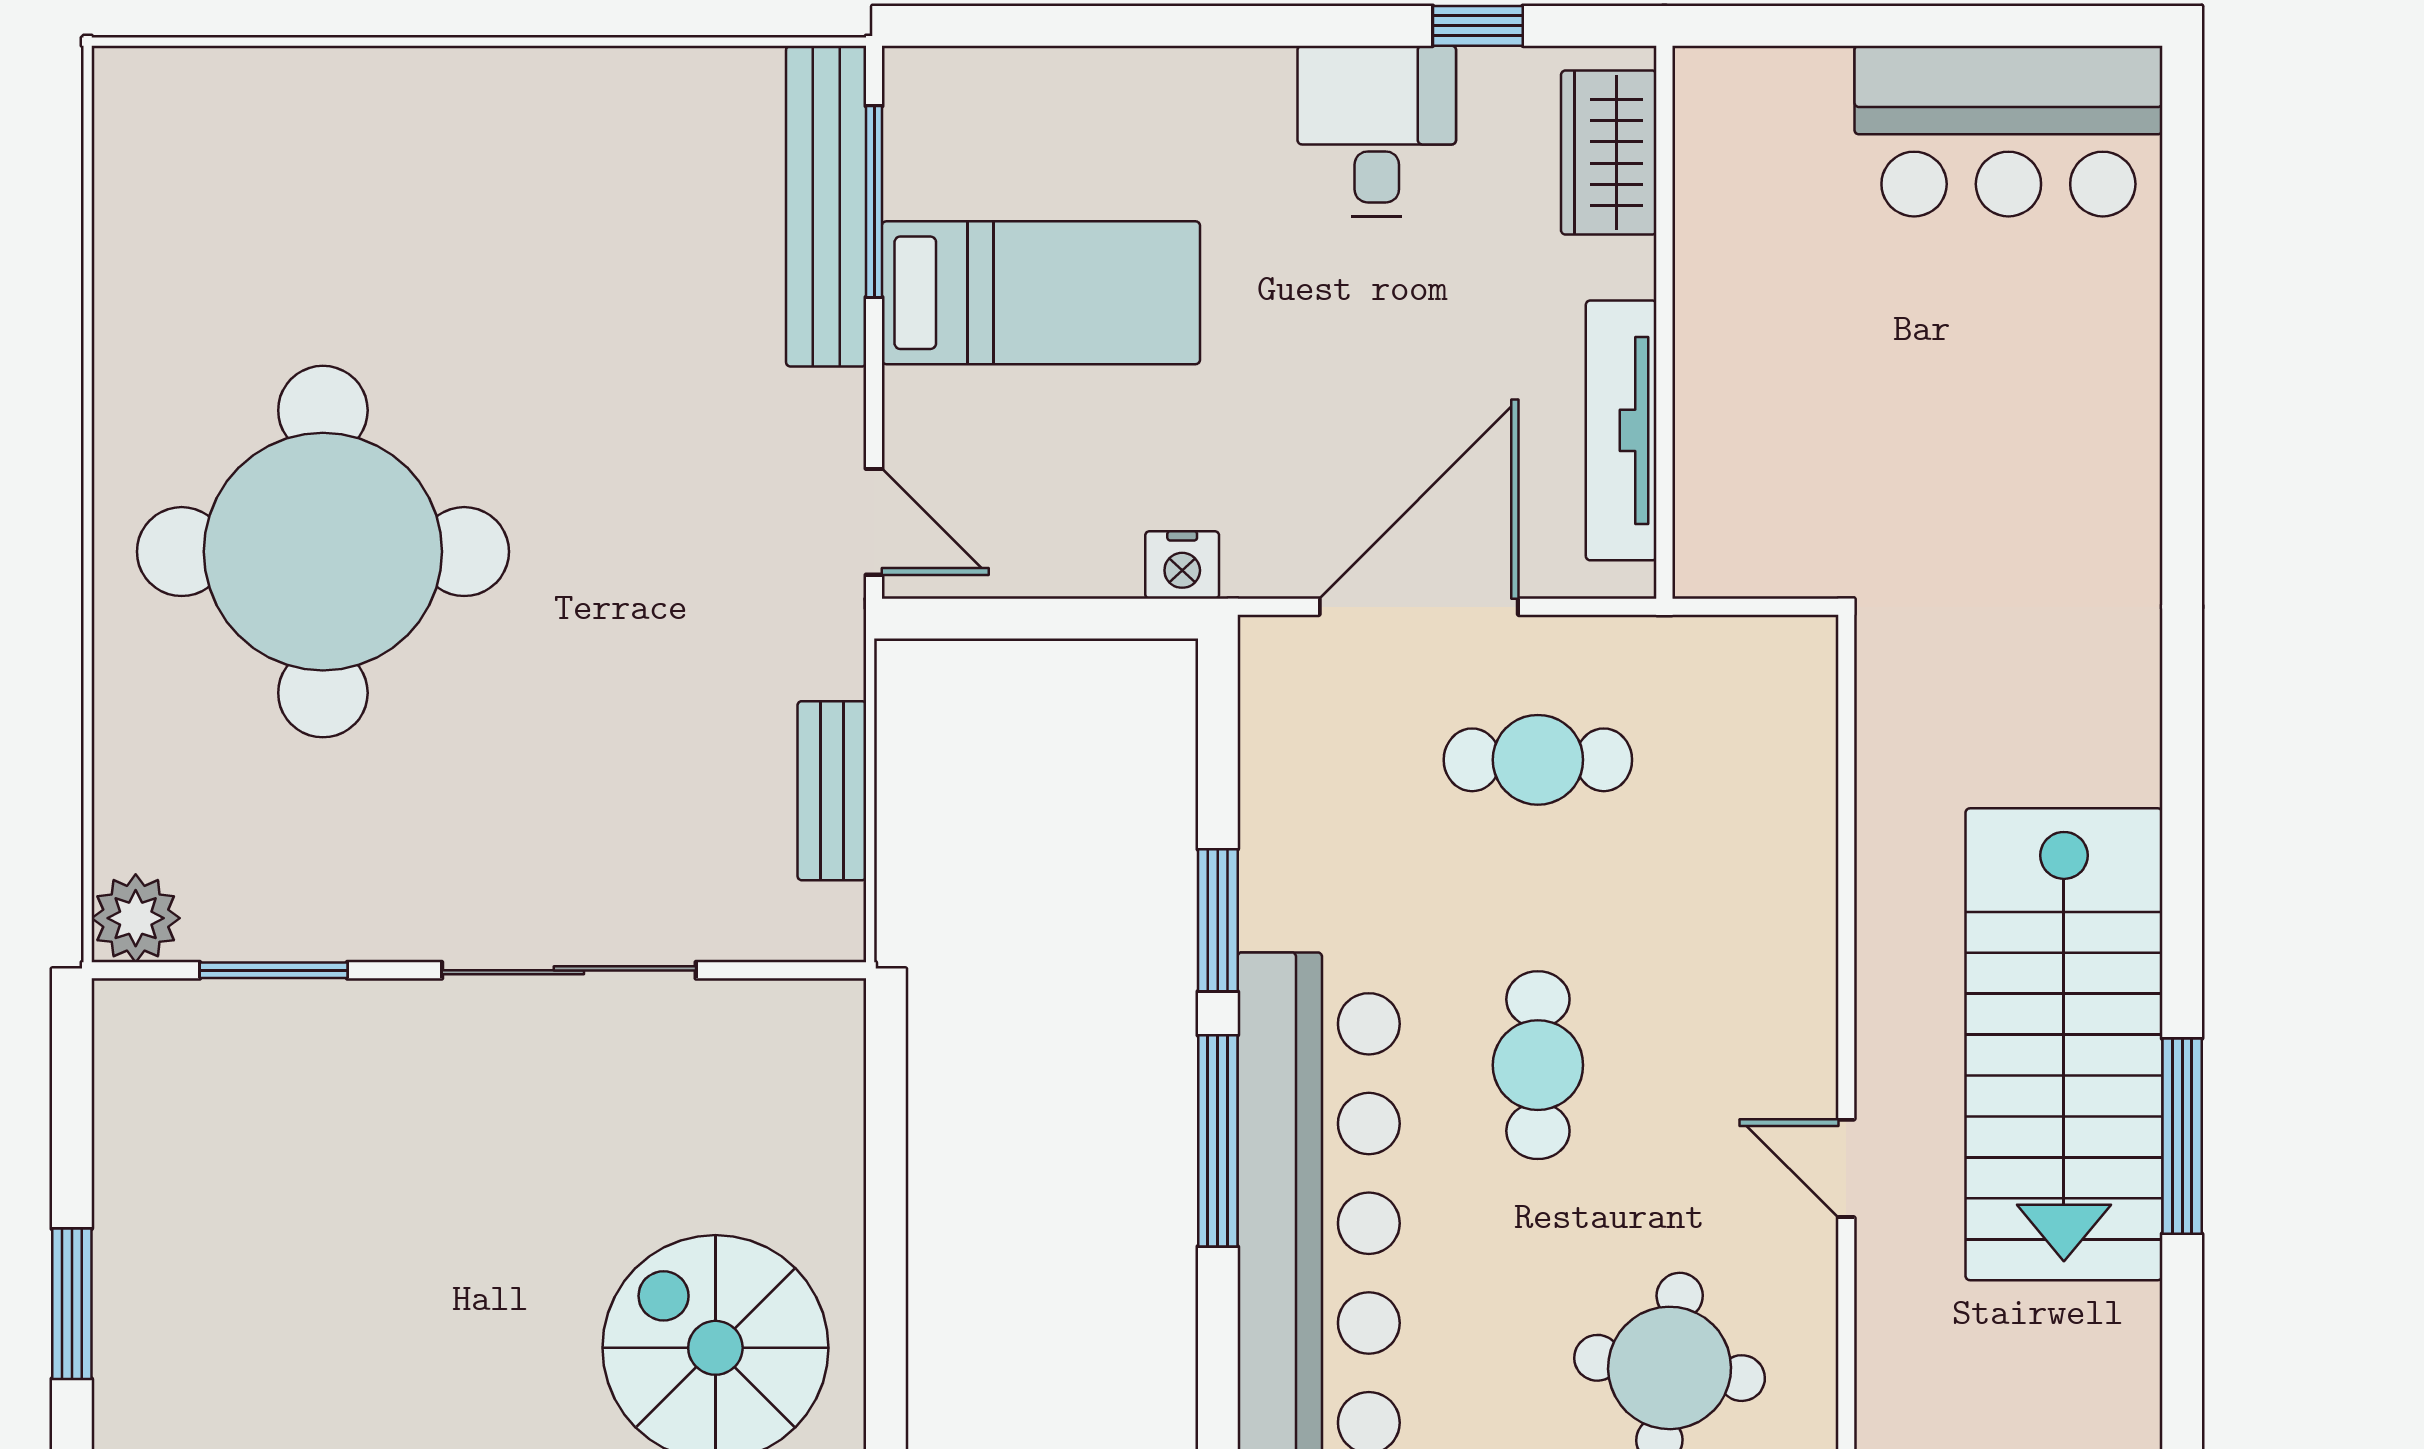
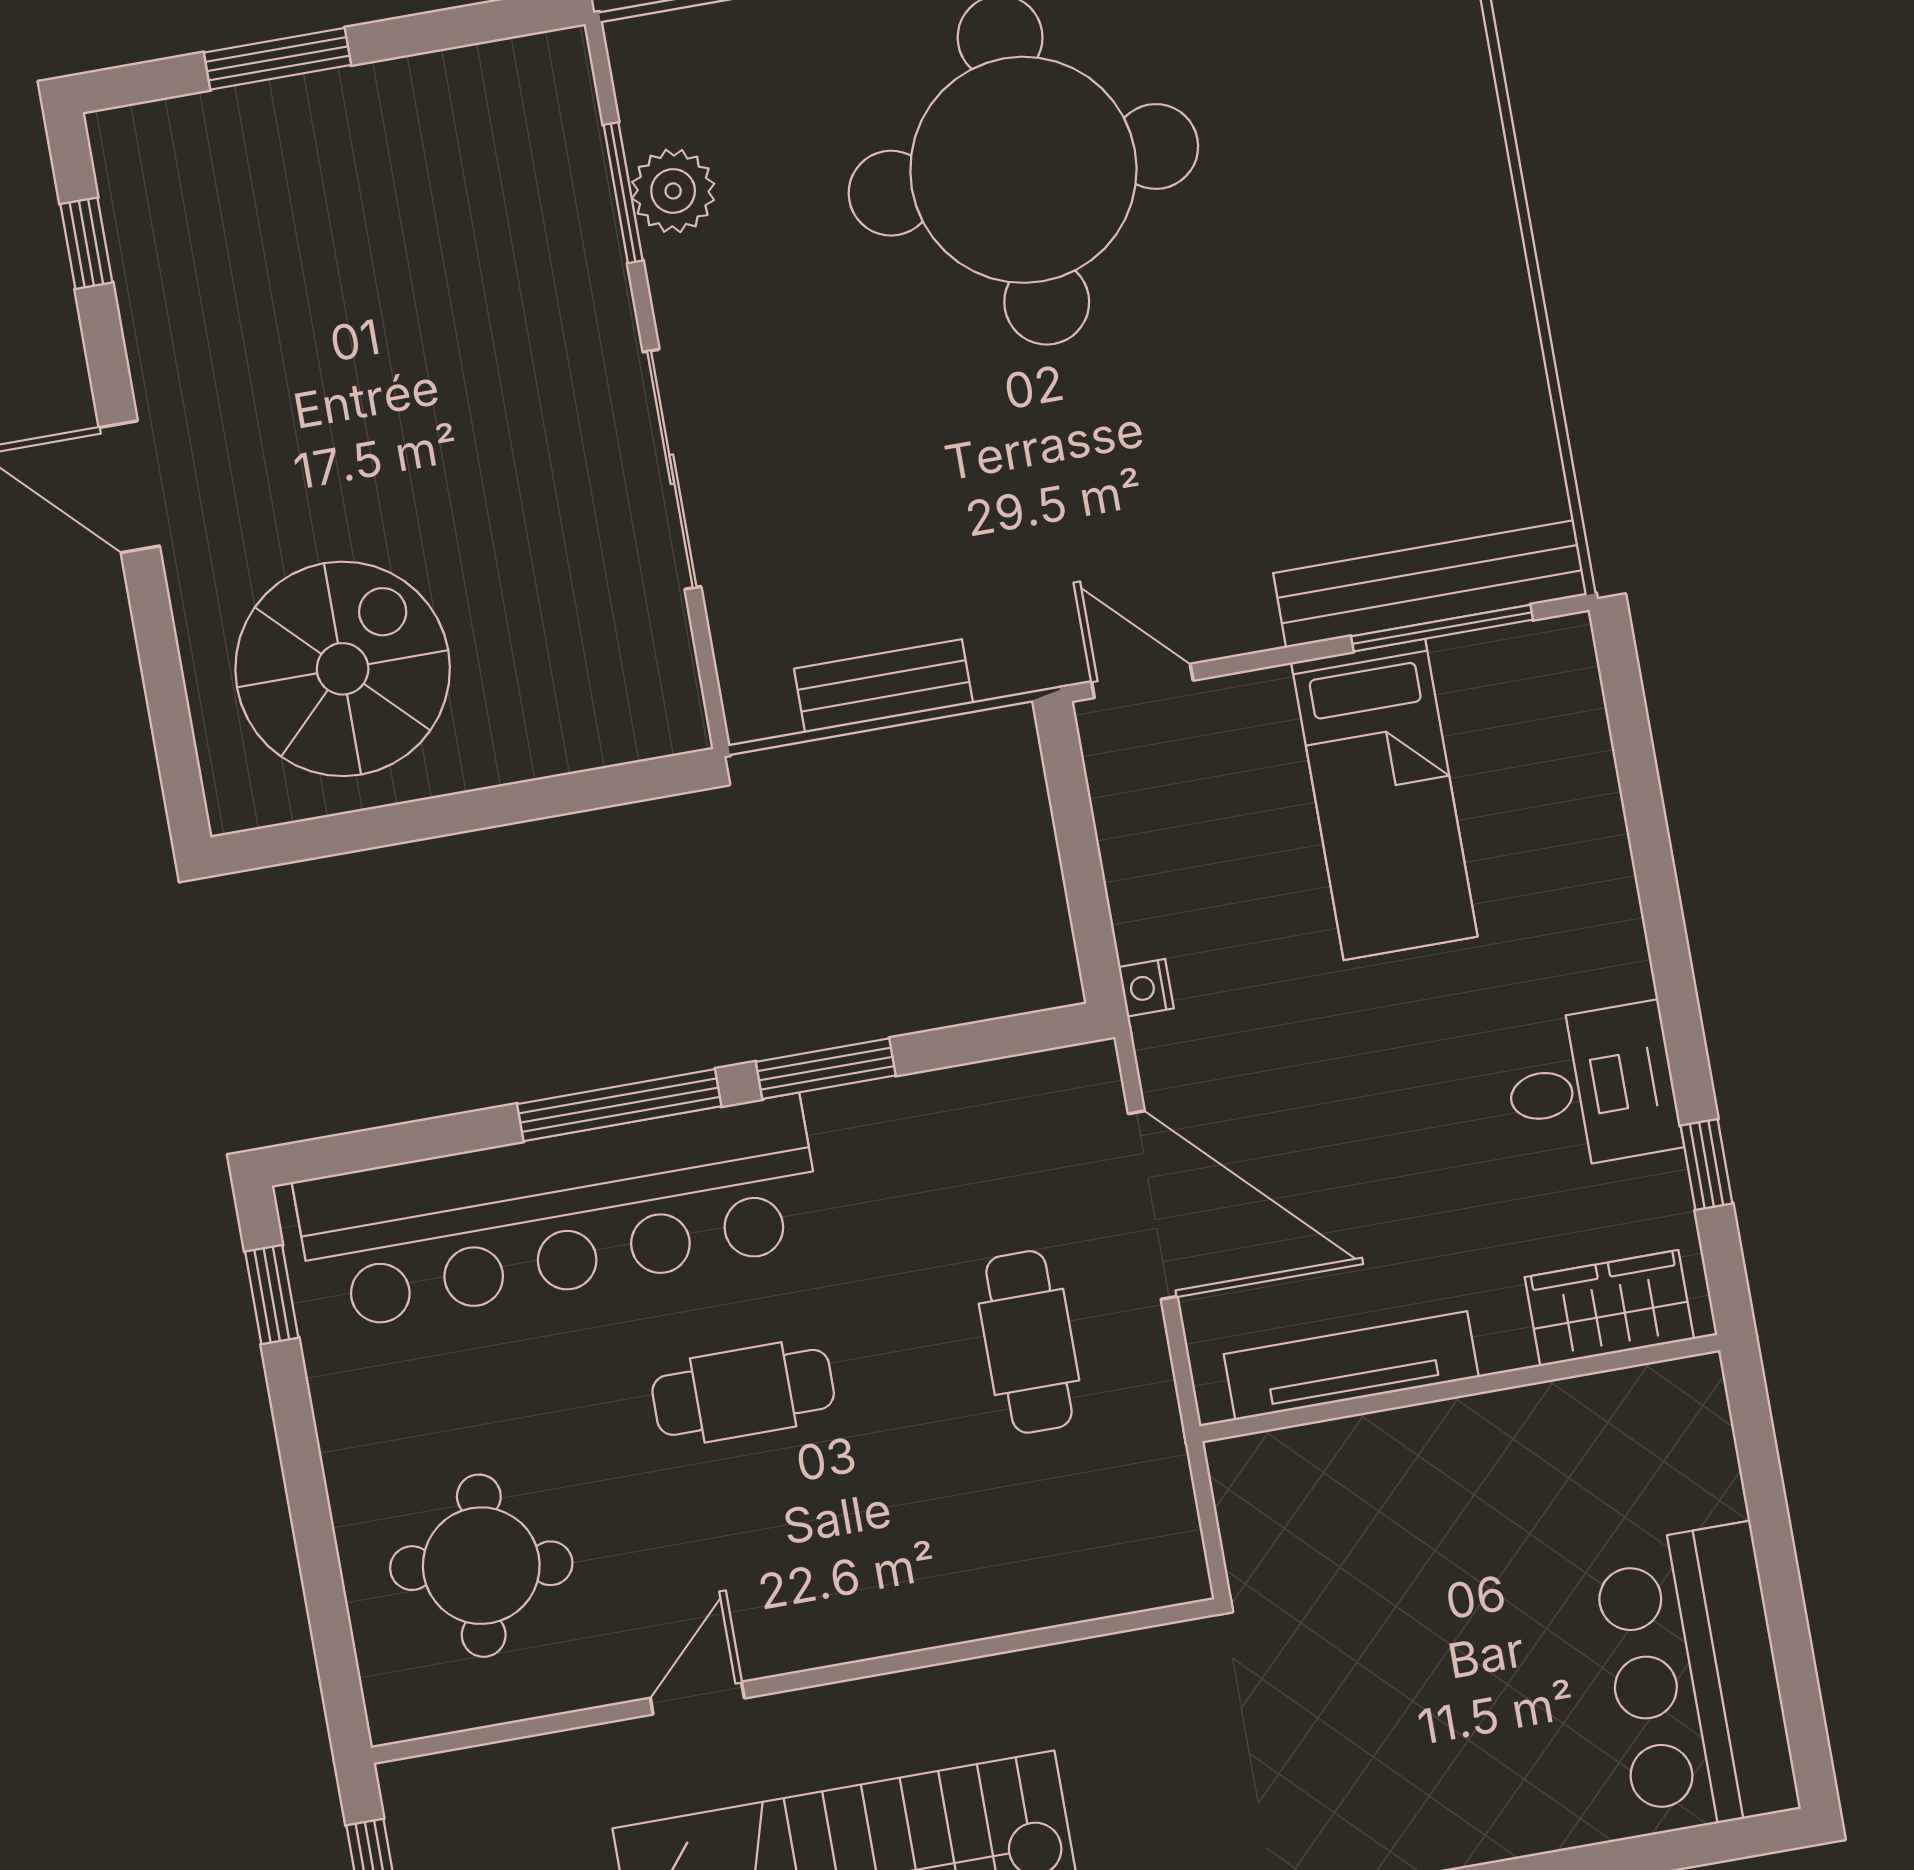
door: (874, 522) -> (1142, 681), swing flipped
nightstand: (1182, 565) -> (1146, 988), width x0.72, depth x0.74
plant: (136, 918) -> (673, 191), moved

